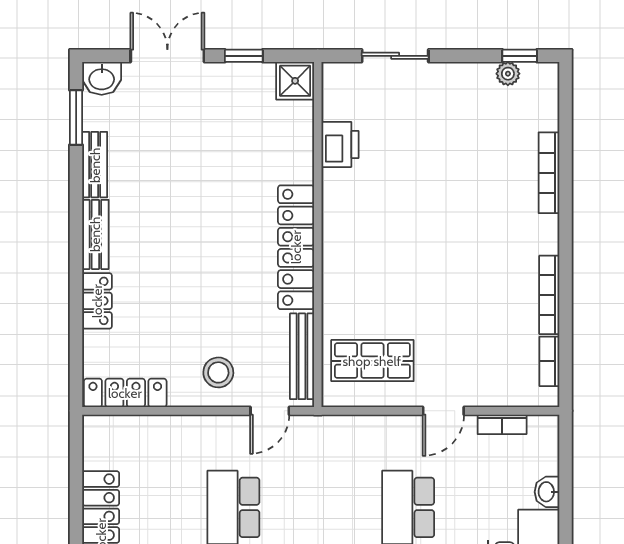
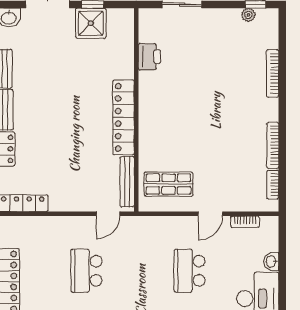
shower: (295, 81) -> (91, 23), moved, width x1.36, depth x1.36
stool: (218, 372) -> (78, 191), removed

